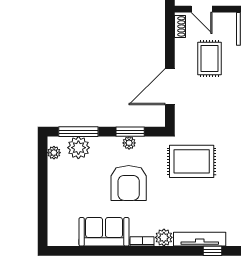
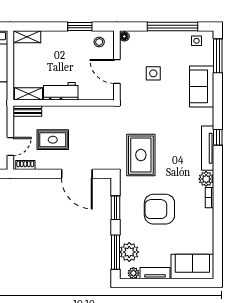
plant: (129, 143) -> (125, 209), removed
tv unit: (54, 178) -> (155, 273), added
armchair: (129, 183) -> (159, 209), turned 180
sofa: (104, 232) -> (192, 266), moved, turned 90

